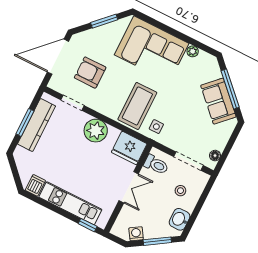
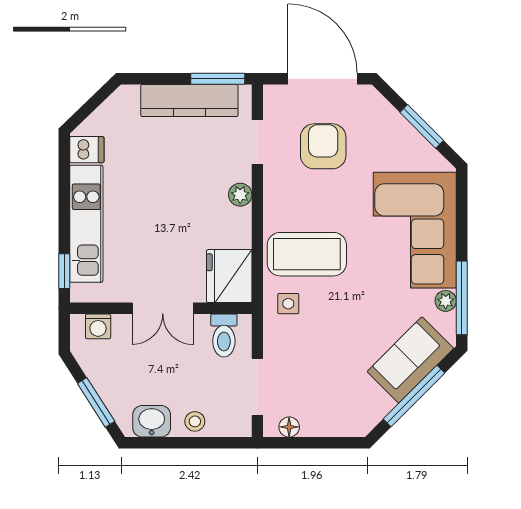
window: (195, 43) -> (462, 298), added
sofa: (218, 101) -> (410, 360), moved
window: (25, 122) -> (218, 79), moved
plant: (96, 131) -> (240, 195), width x0.53, depth x0.53
stool: (180, 191) -> (195, 421), moved
washing machine: (136, 234) -> (98, 326), moved, turned 123

